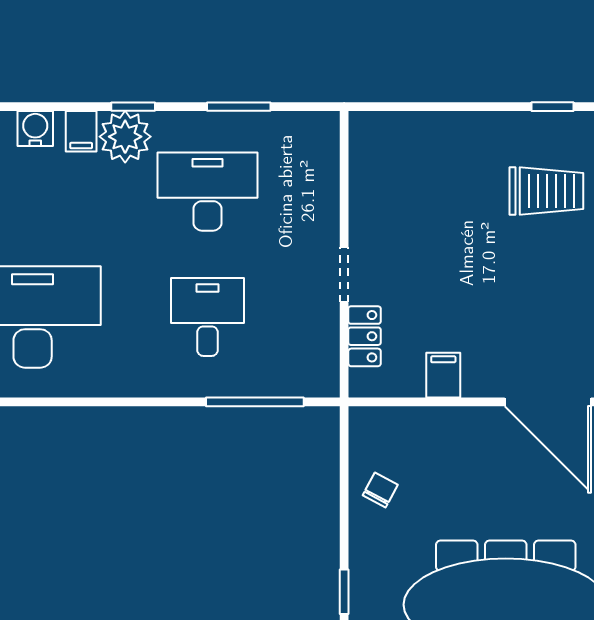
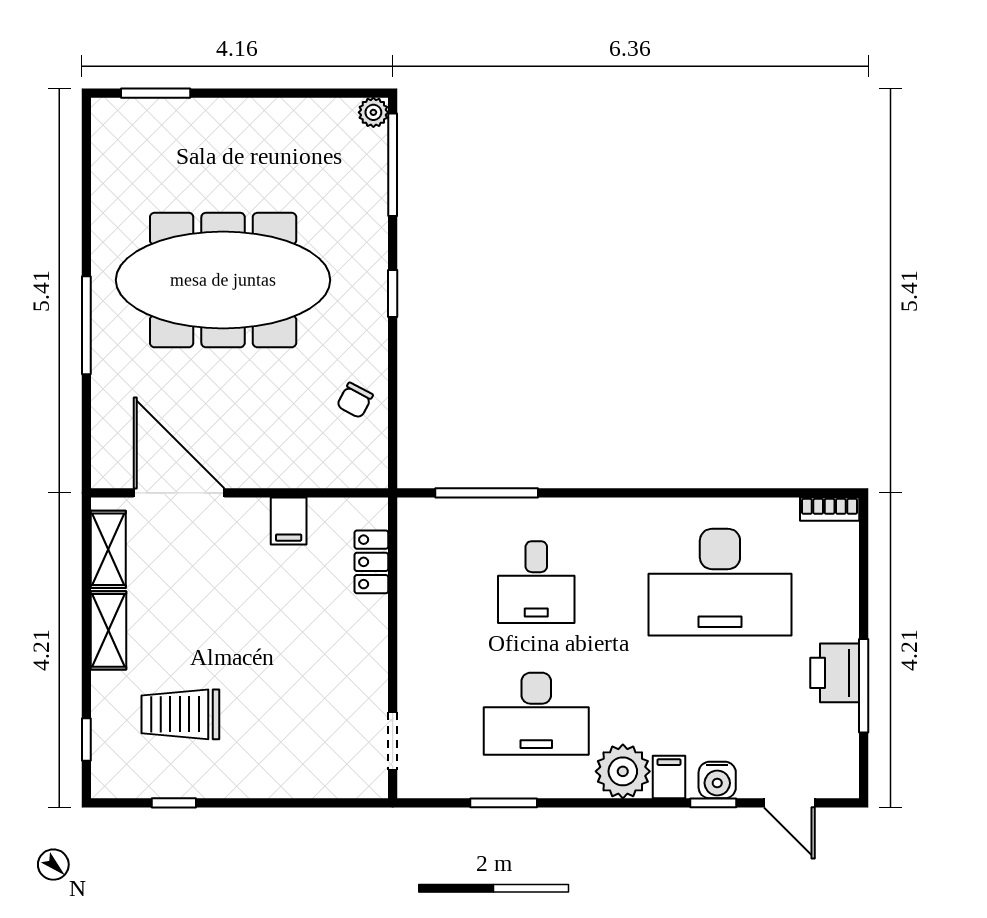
window: (133, 107) -> (713, 803), moved
doorway: (344, 275) -> (393, 741), moved

